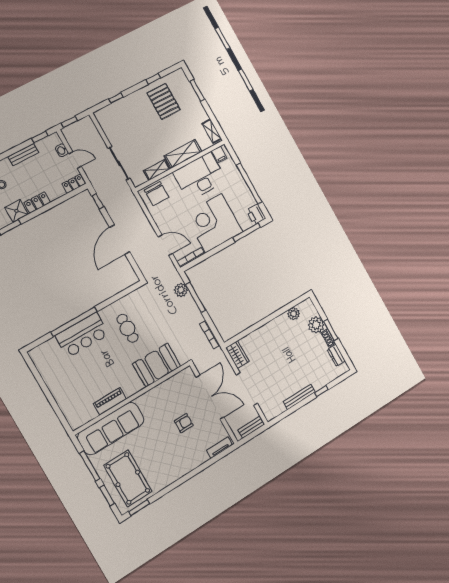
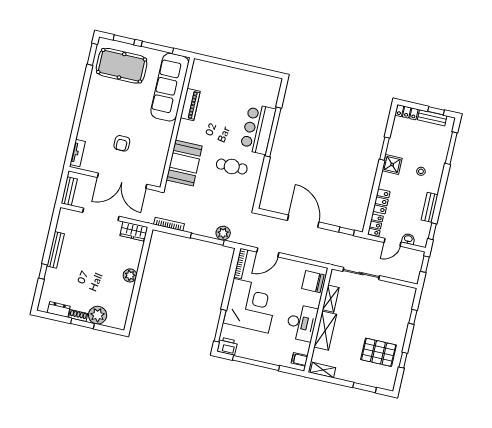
desk: (200, 176) -> (302, 323), width x0.73, depth x0.77
locker: (37, 203) -> (381, 201), moved
plant: (294, 314) -> (130, 275), moved

